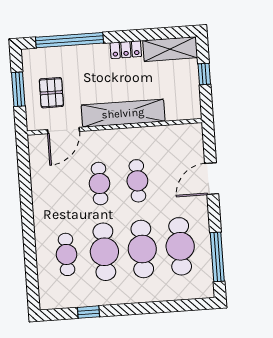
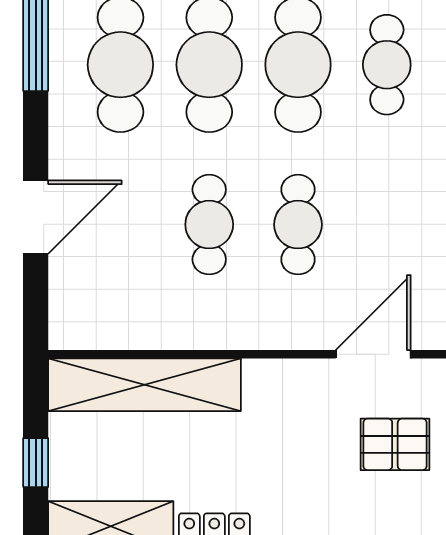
pallet: (51, 93) -> (395, 444), turned 90
shelving: (123, 113) -> (145, 385), moved

